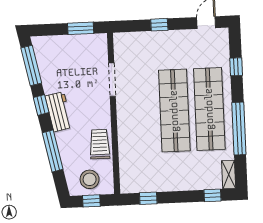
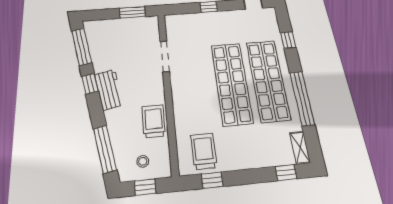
window: (53, 151) -> (105, 149), moved
trolley: (143, 173) -> (204, 151), added
stool: (90, 179) -> (143, 161), width x0.53, depth x0.53

